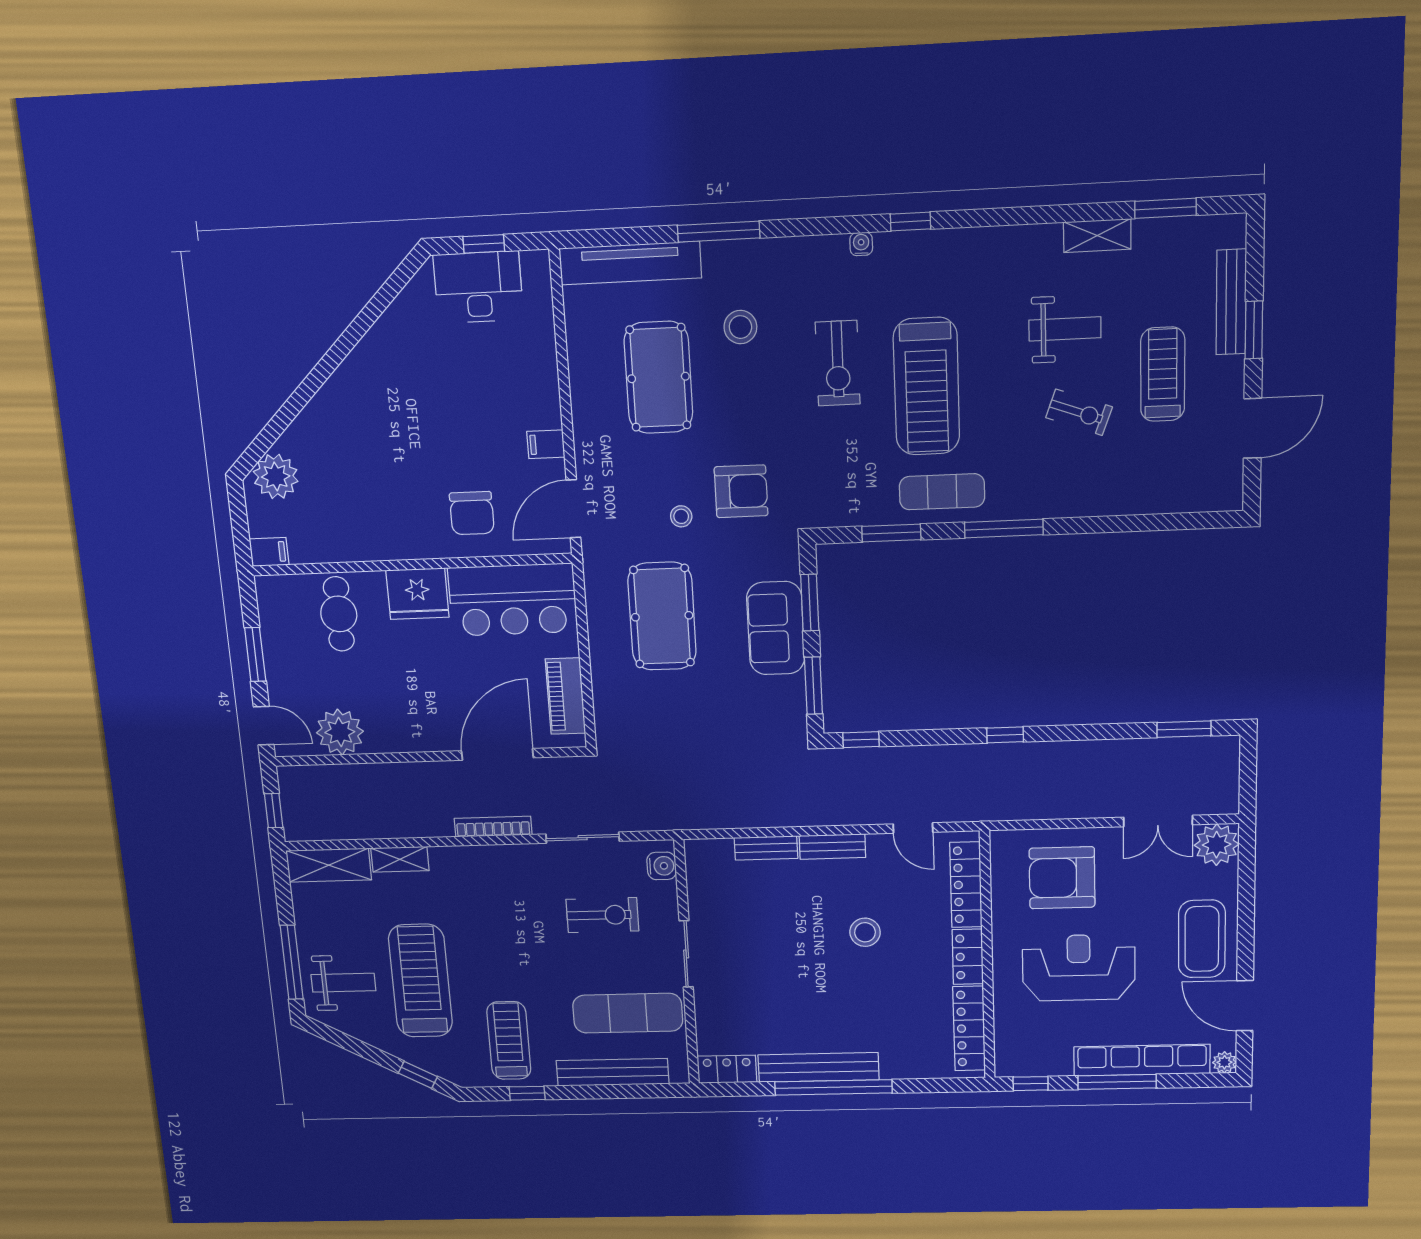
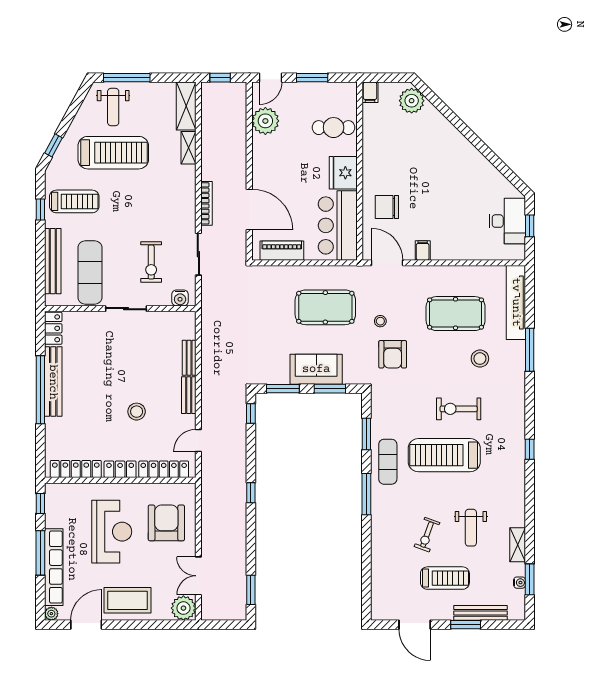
water cooler: (861, 244) -> (520, 583), moved

